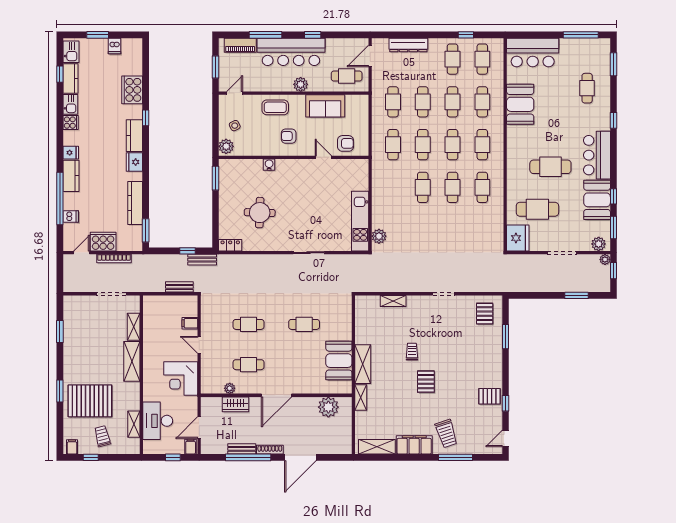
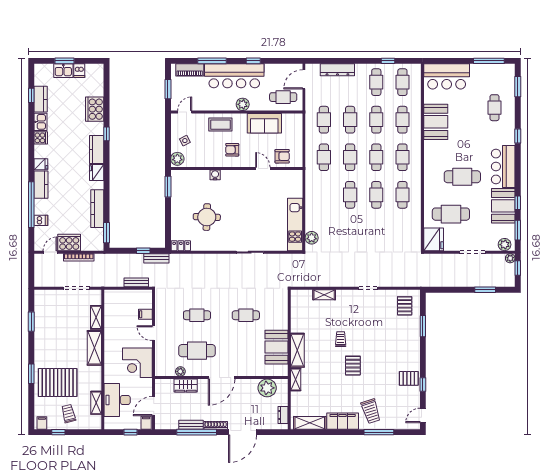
kitchen sink: (71, 52) -> (63, 71), moved, turned 90
cafe table: (249, 365) -> (197, 351), width x1.37, depth x1.35
dresser: (346, 438) -> (283, 415), added

